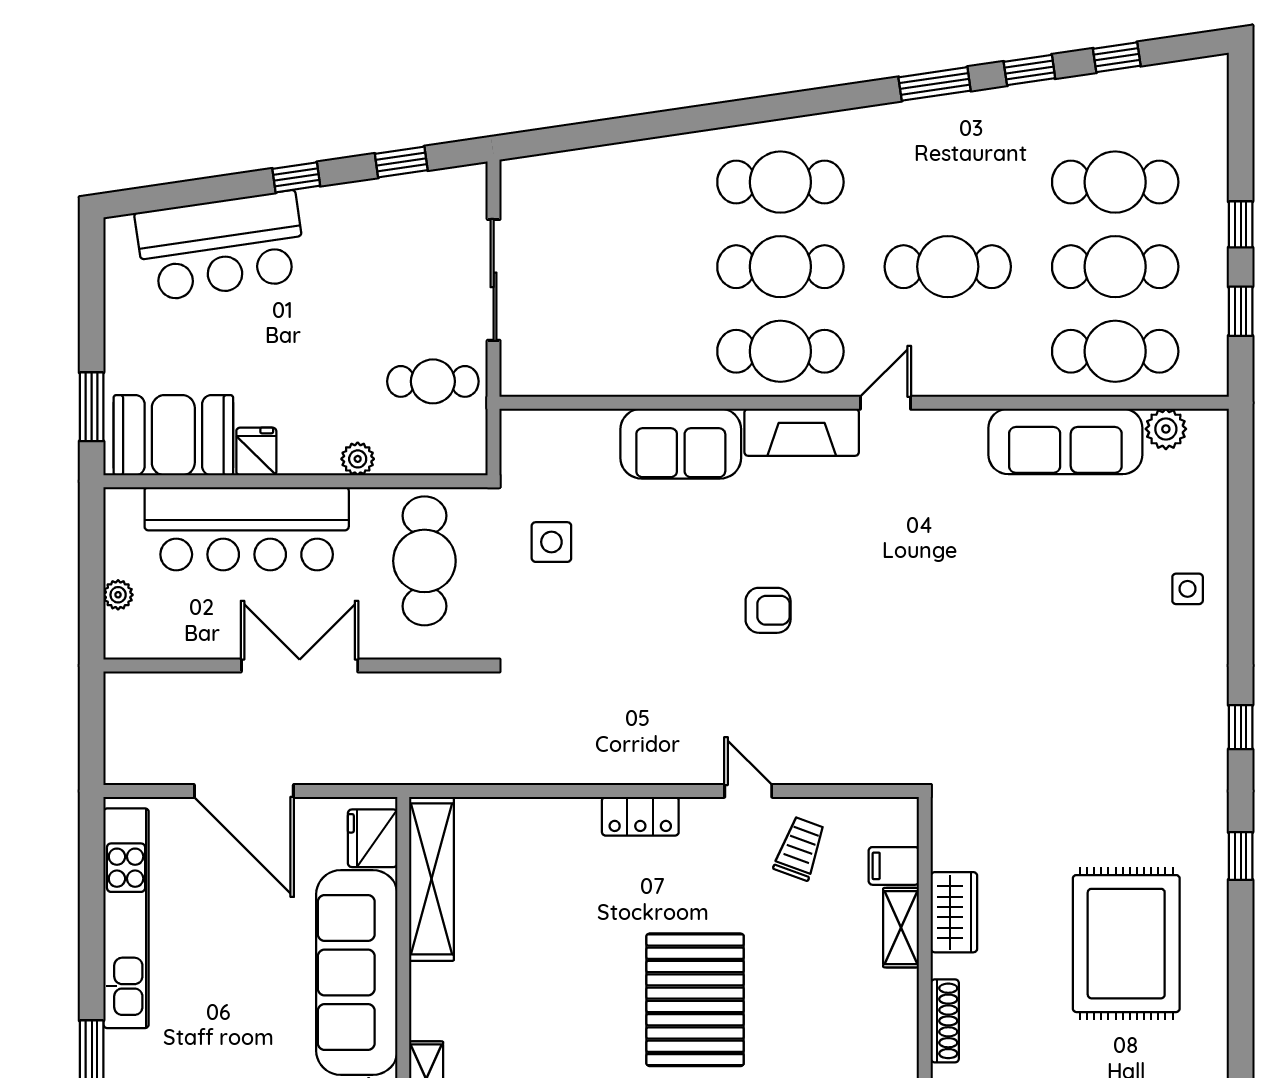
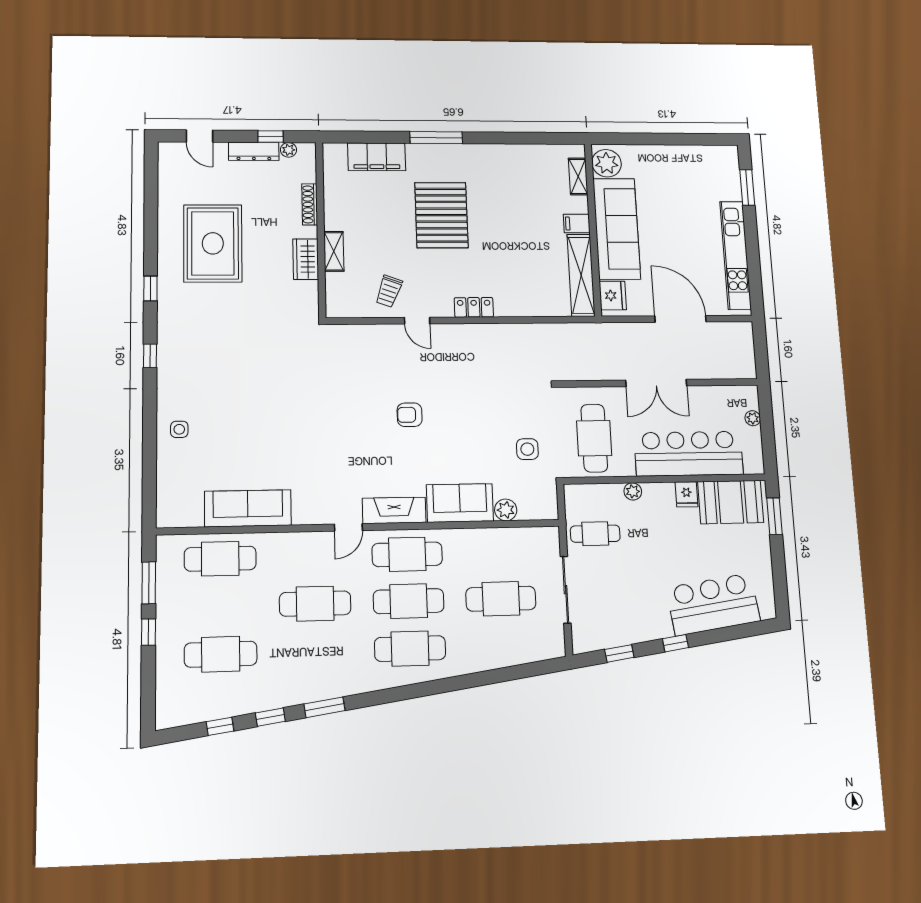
cafe table: (1115, 267) -> (501, 599), moved
window: (1241, 311) -> (149, 583), width x1.50
plant: (1166, 429) -> (506, 510), moved
filing cabinet: (894, 866) -> (577, 224), moved, turned 180

